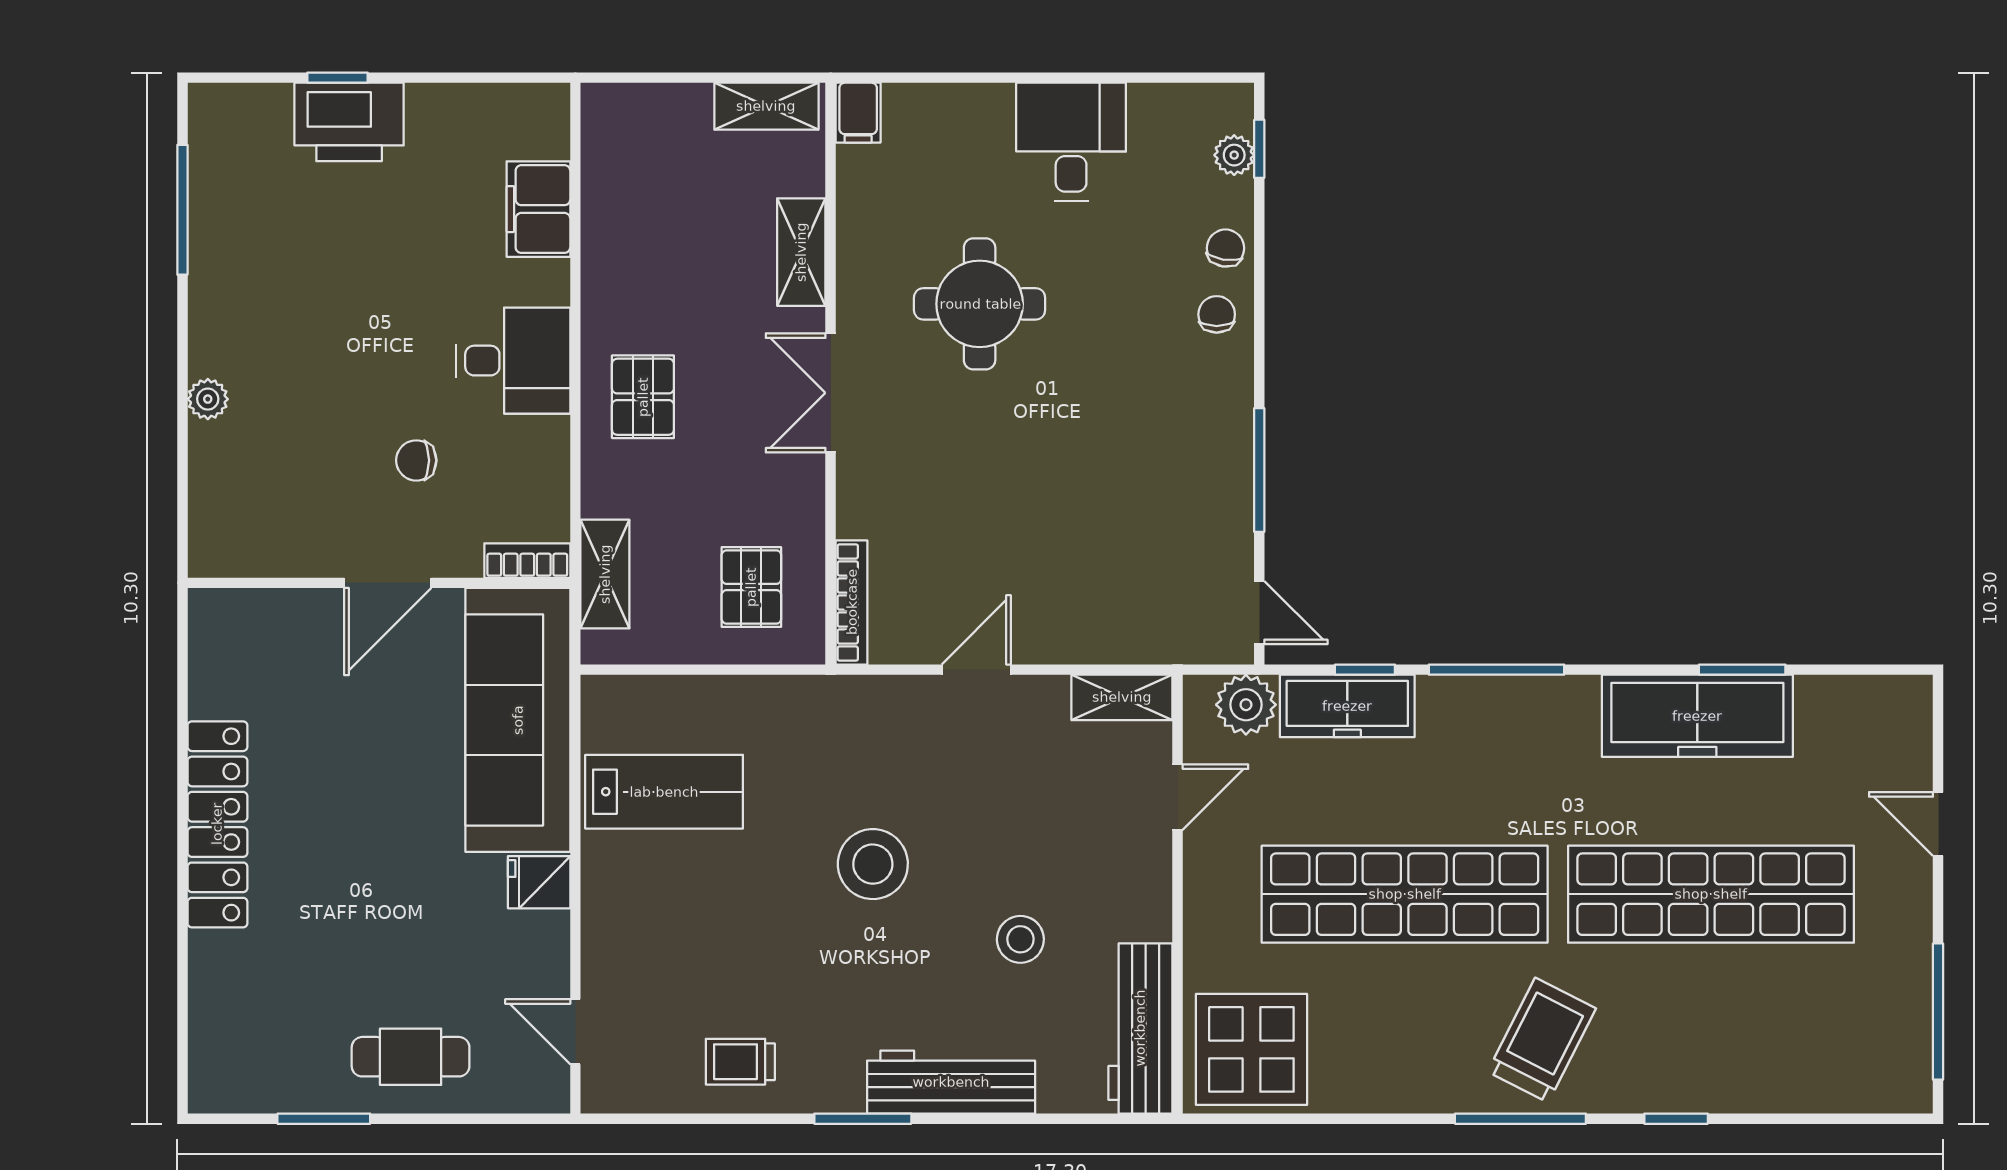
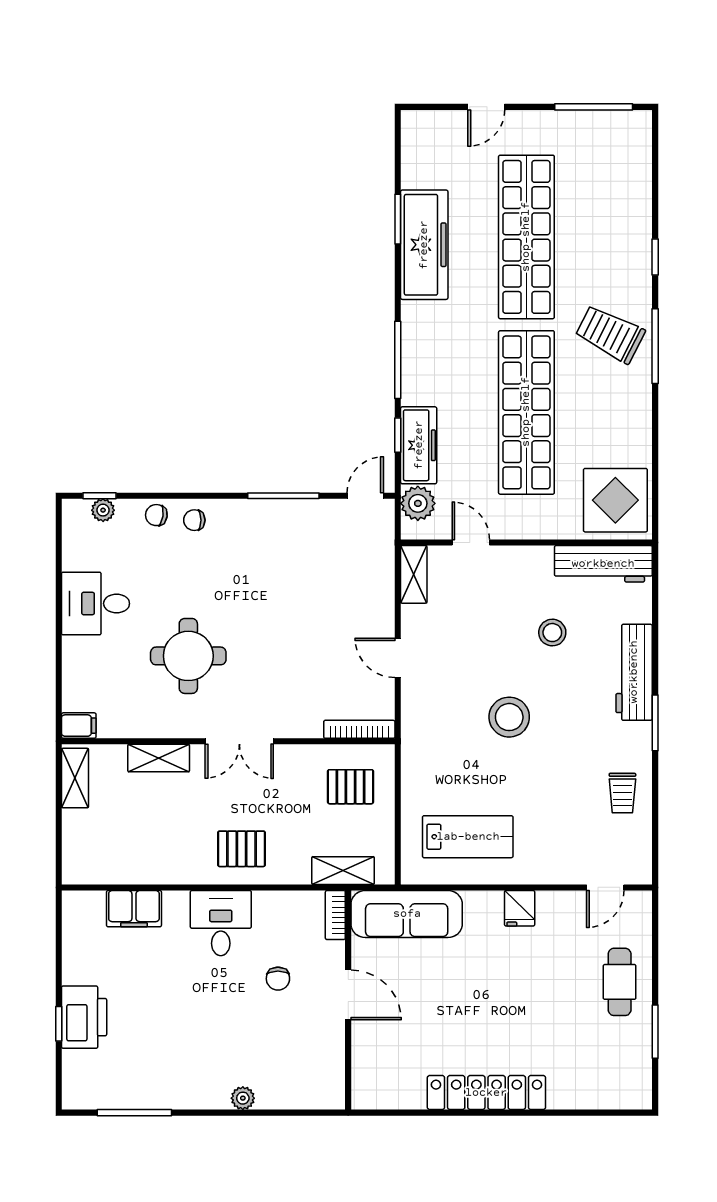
sofa: (518, 720) -> (407, 914), width x0.74, depth x0.79
lab bench: (664, 792) -> (468, 837), turned 90

